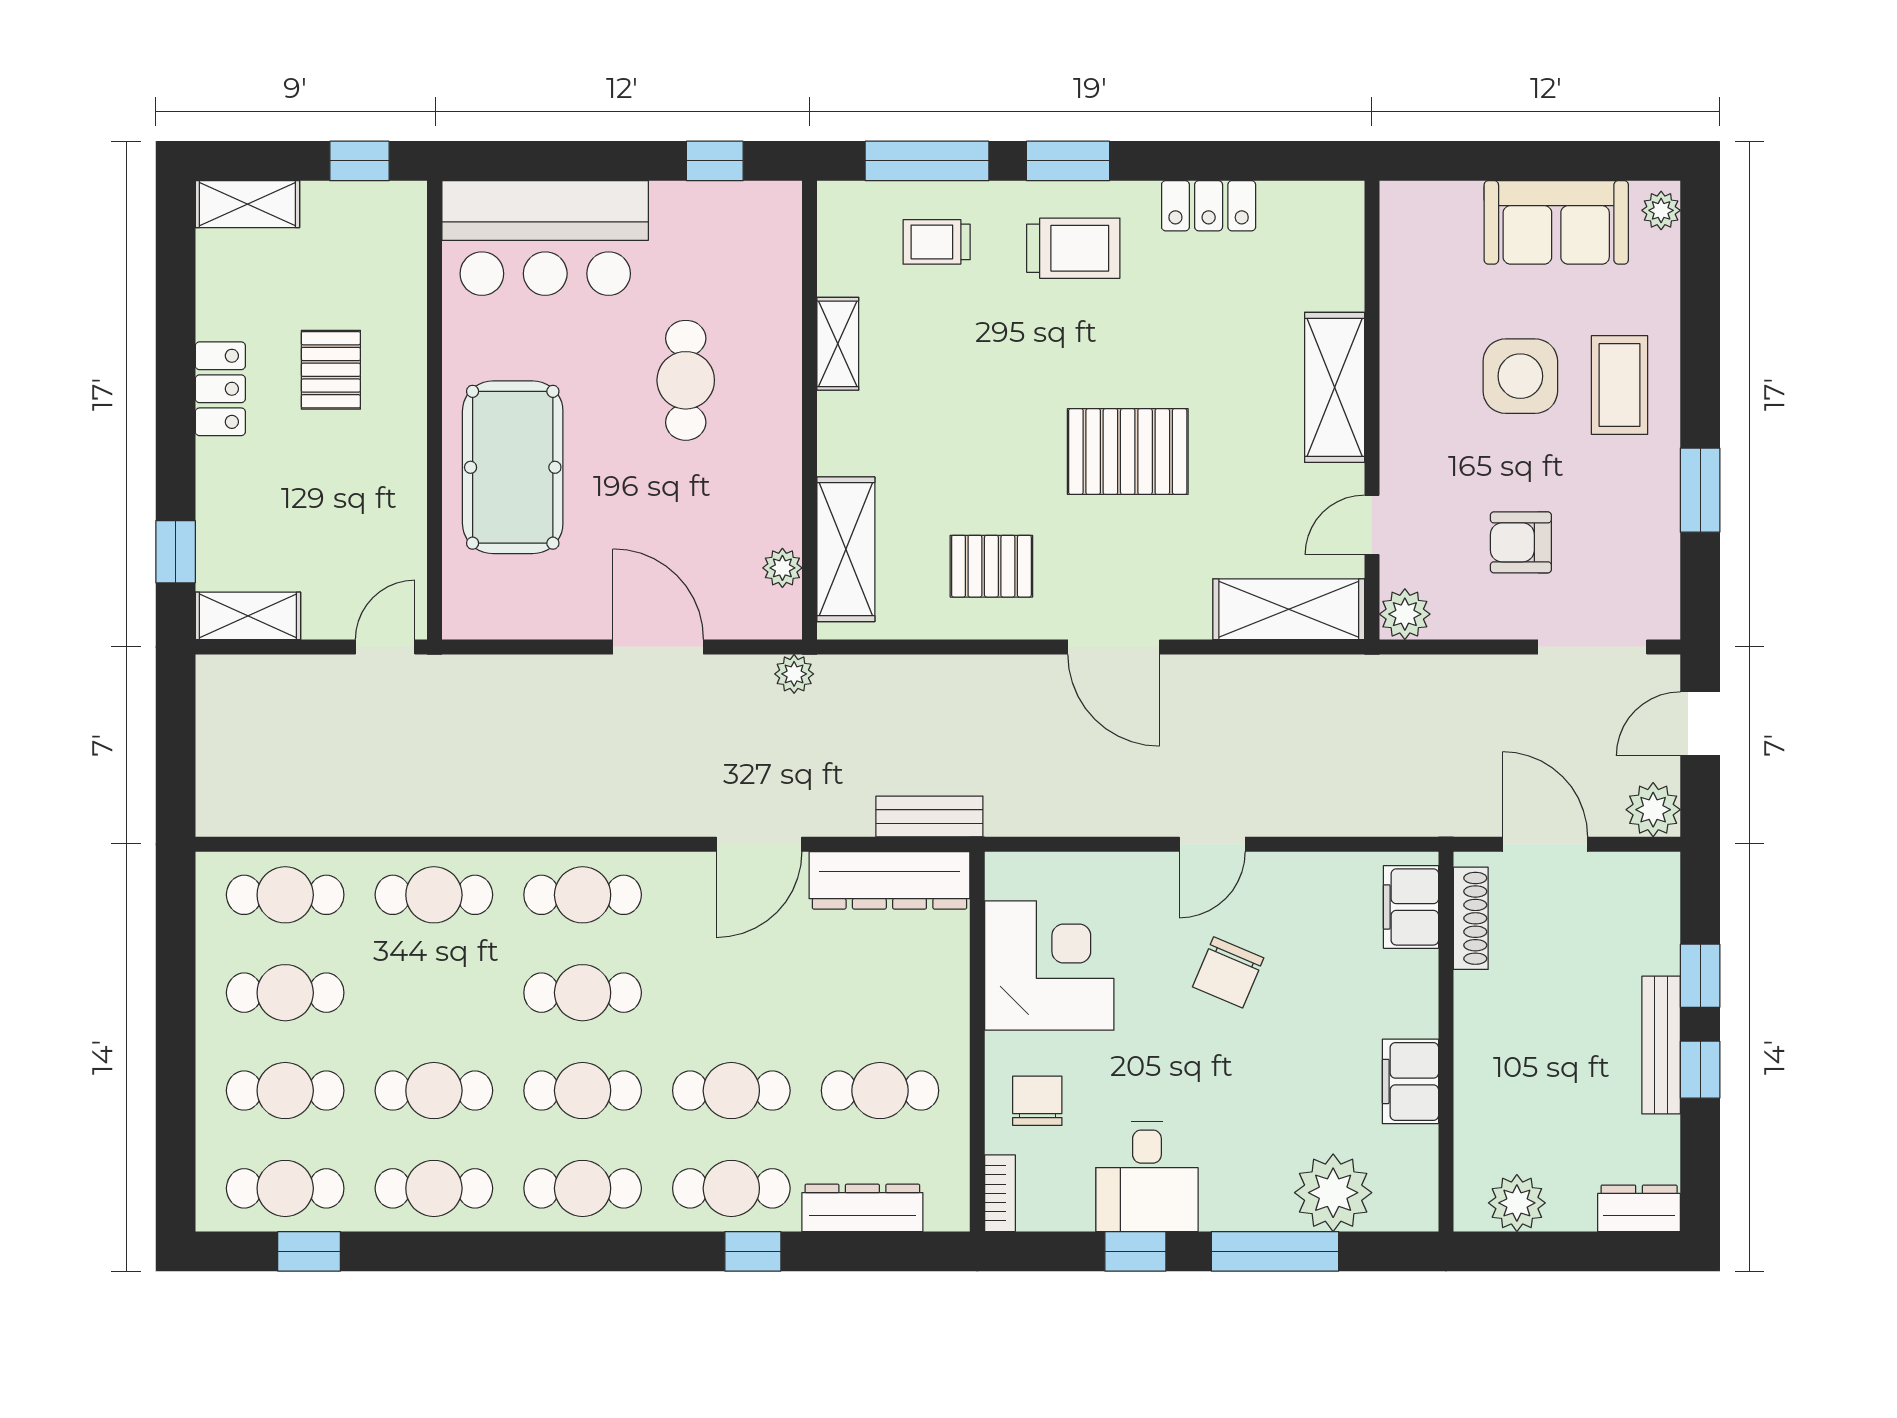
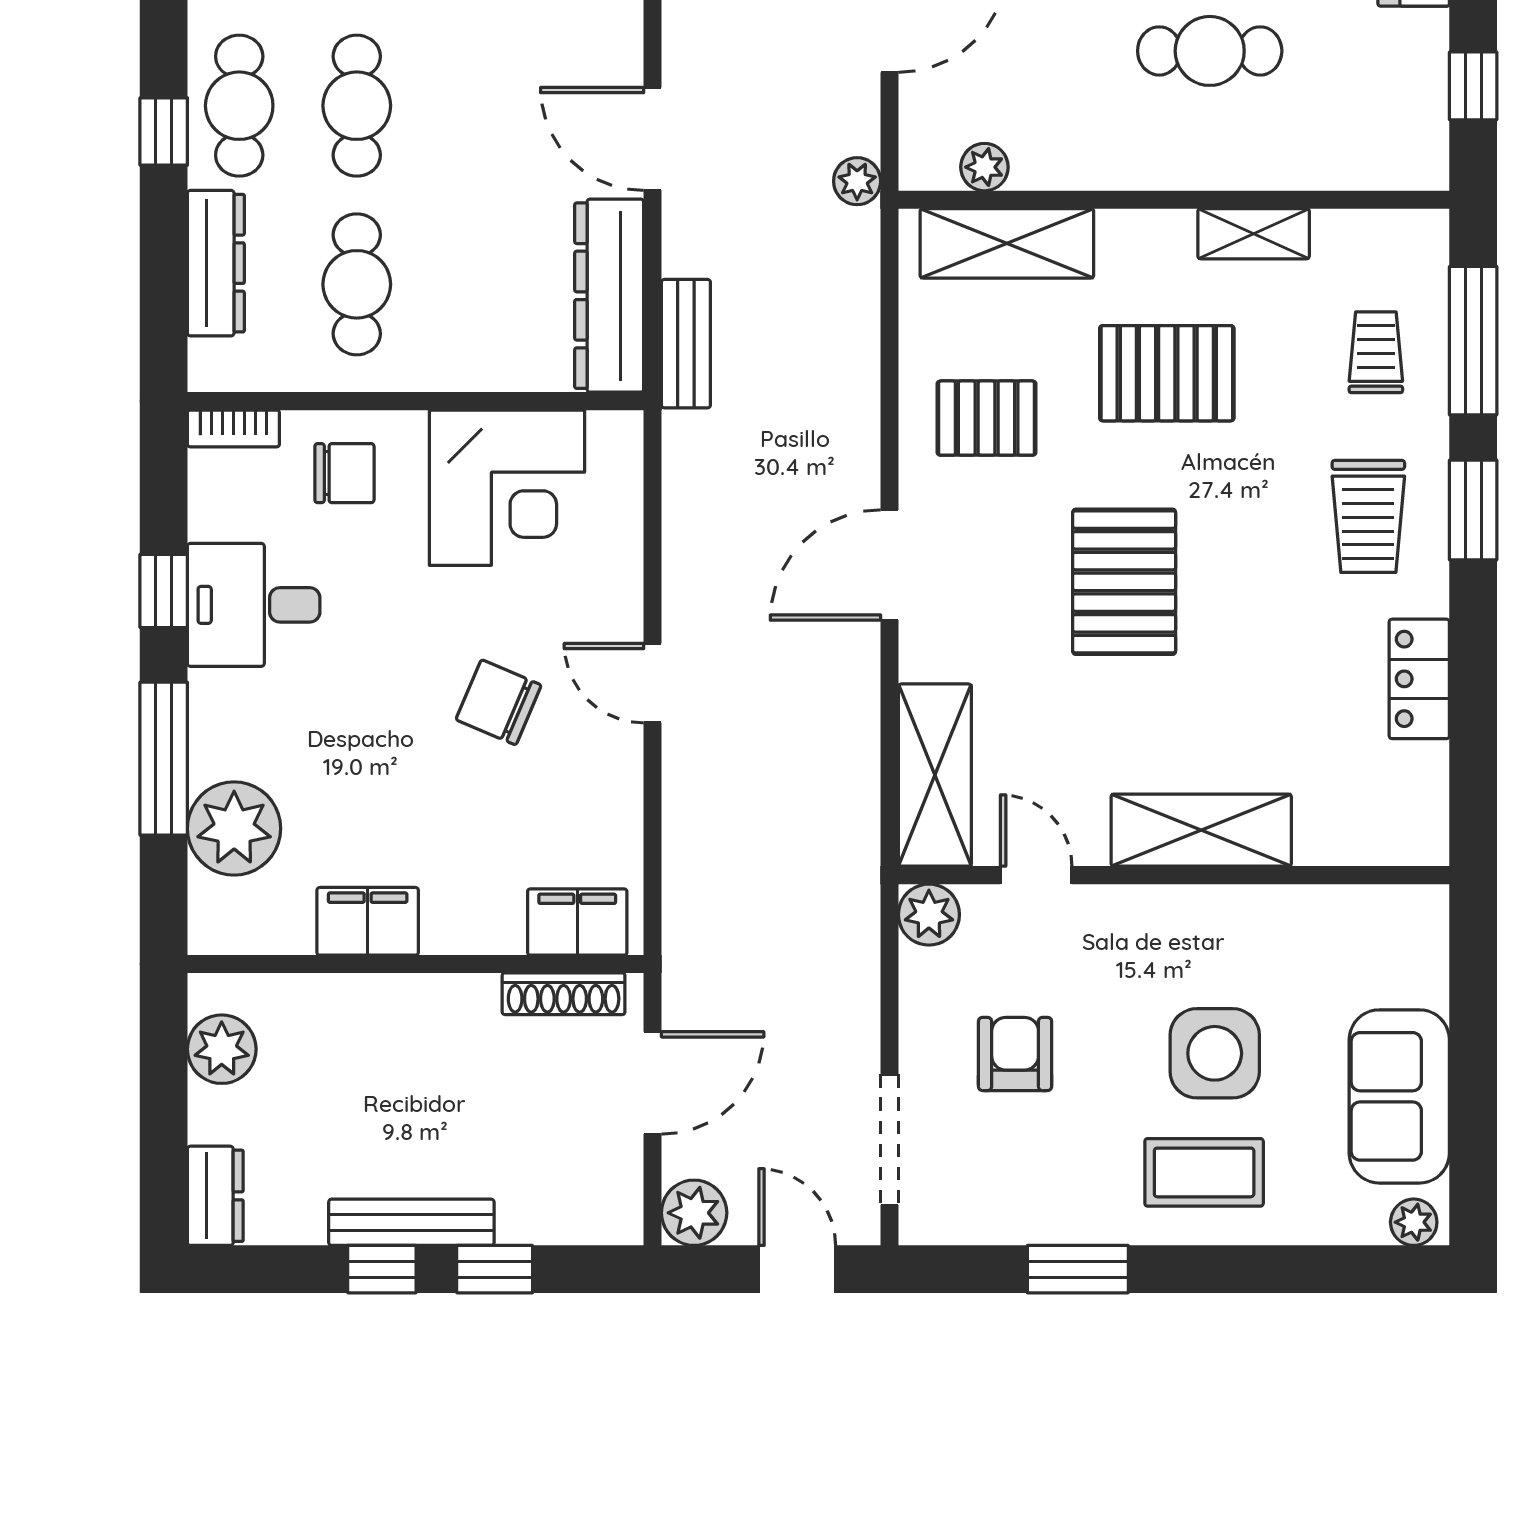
pallet: (954, 416) -> (1167, 373), added
pallet: (991, 566) -> (987, 418), turned 90

